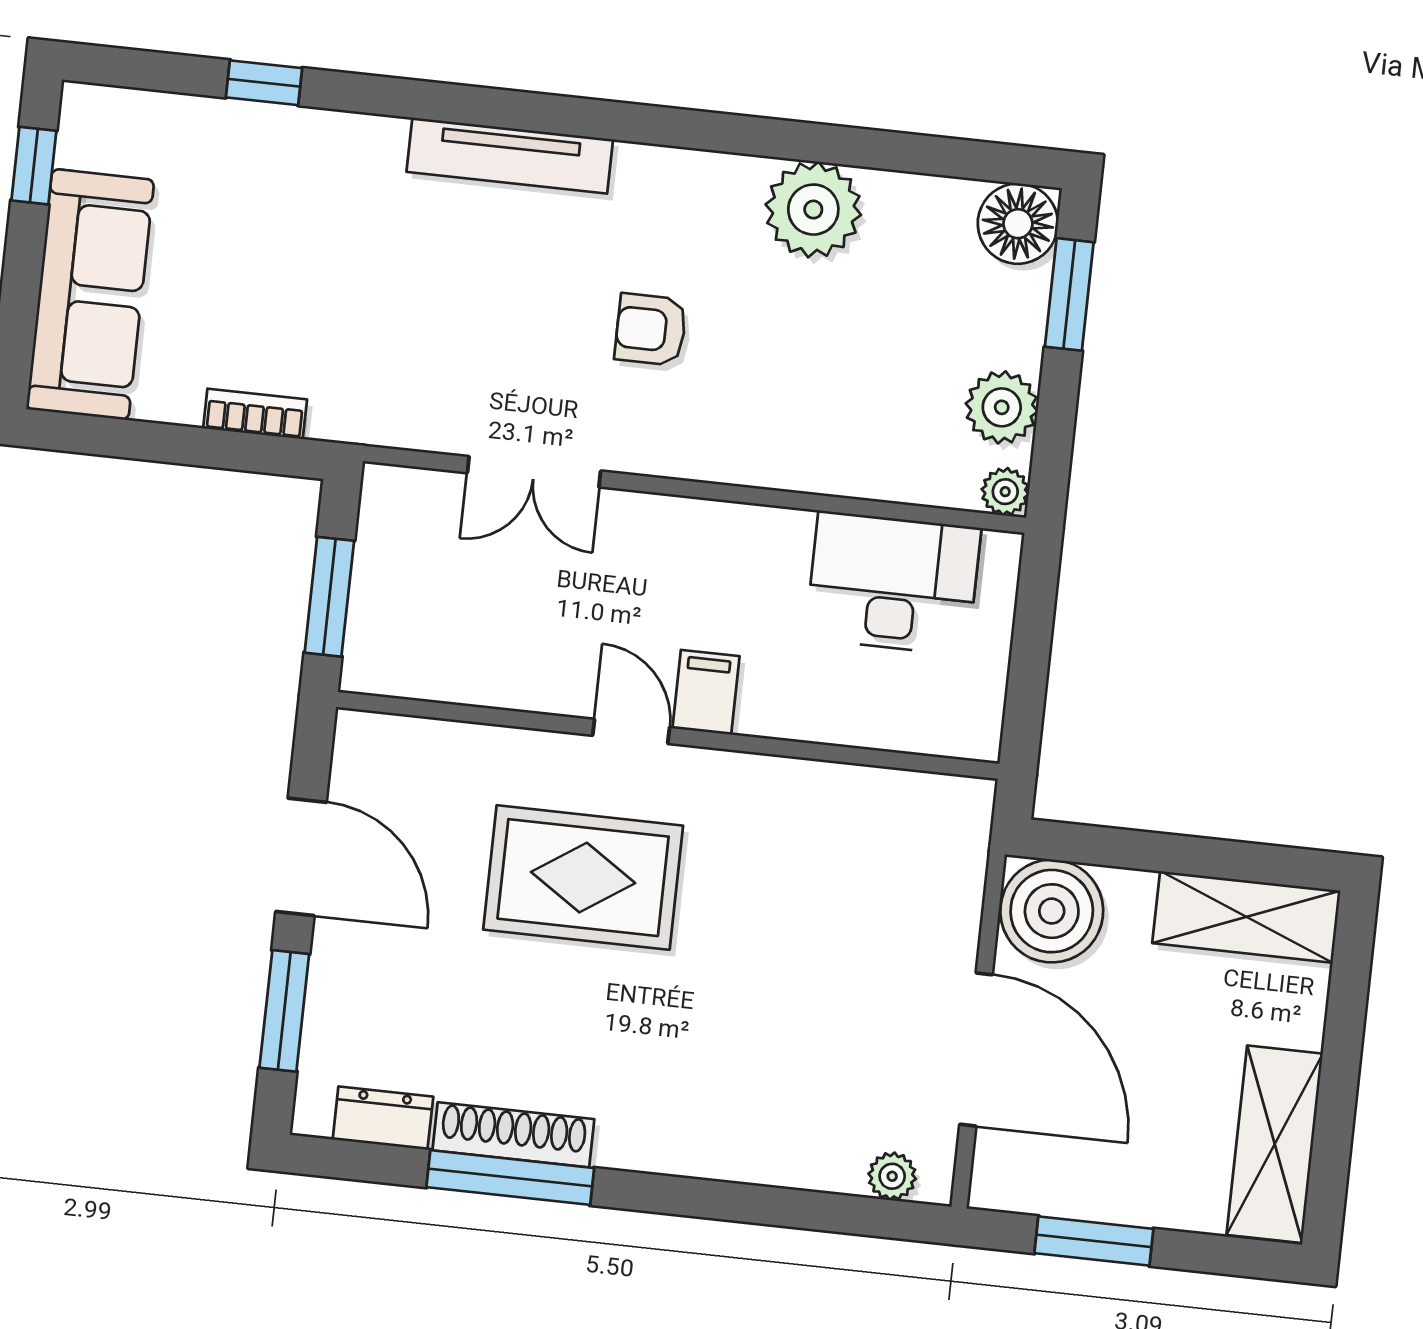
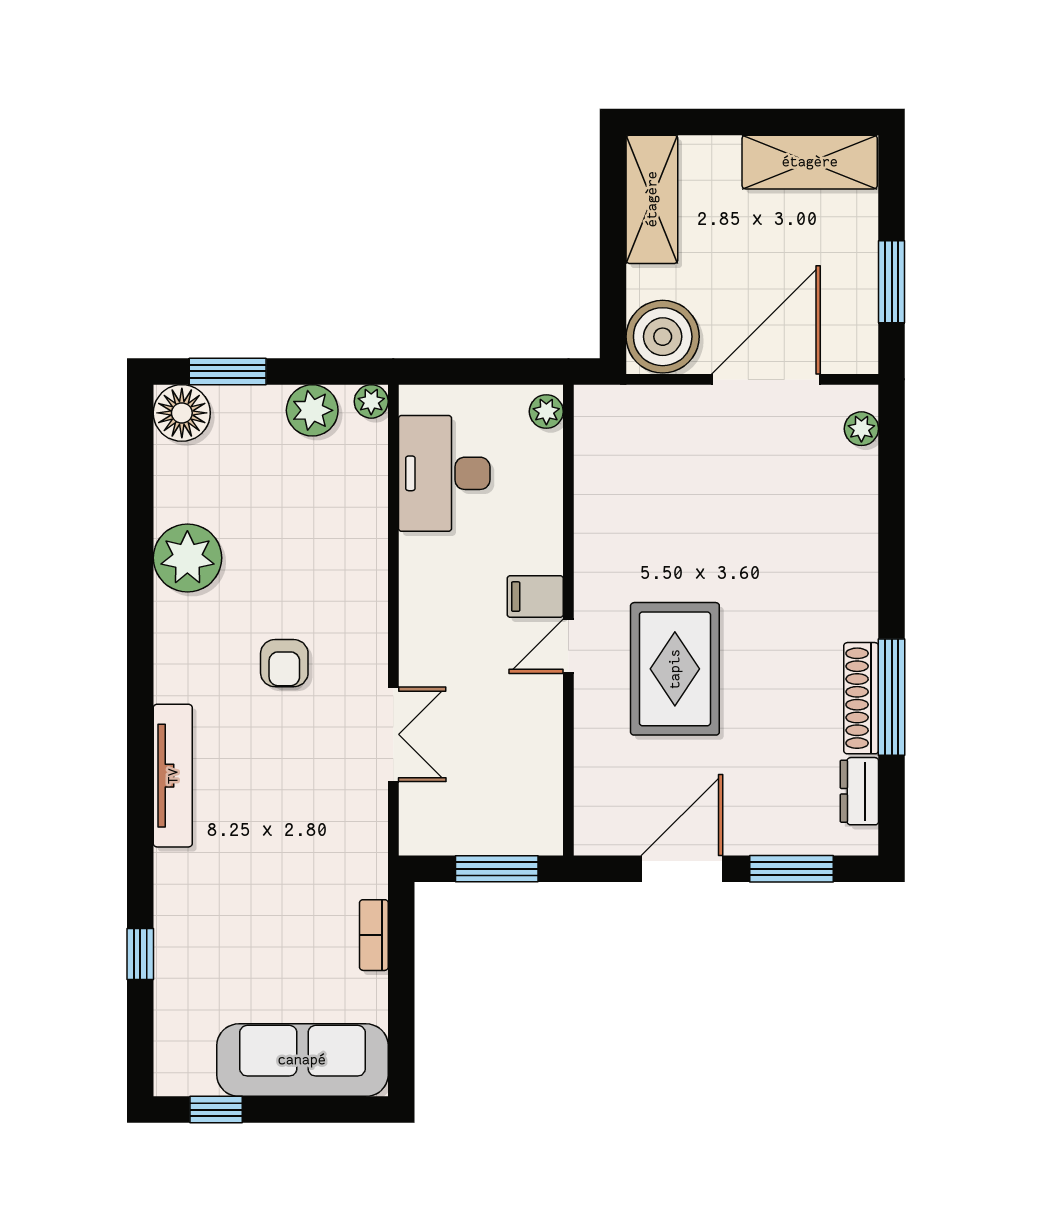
plant: (964, 736) -> (546, 412), added

